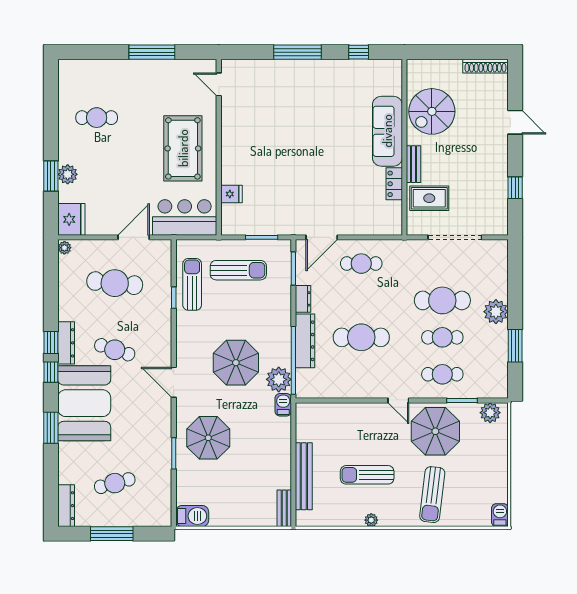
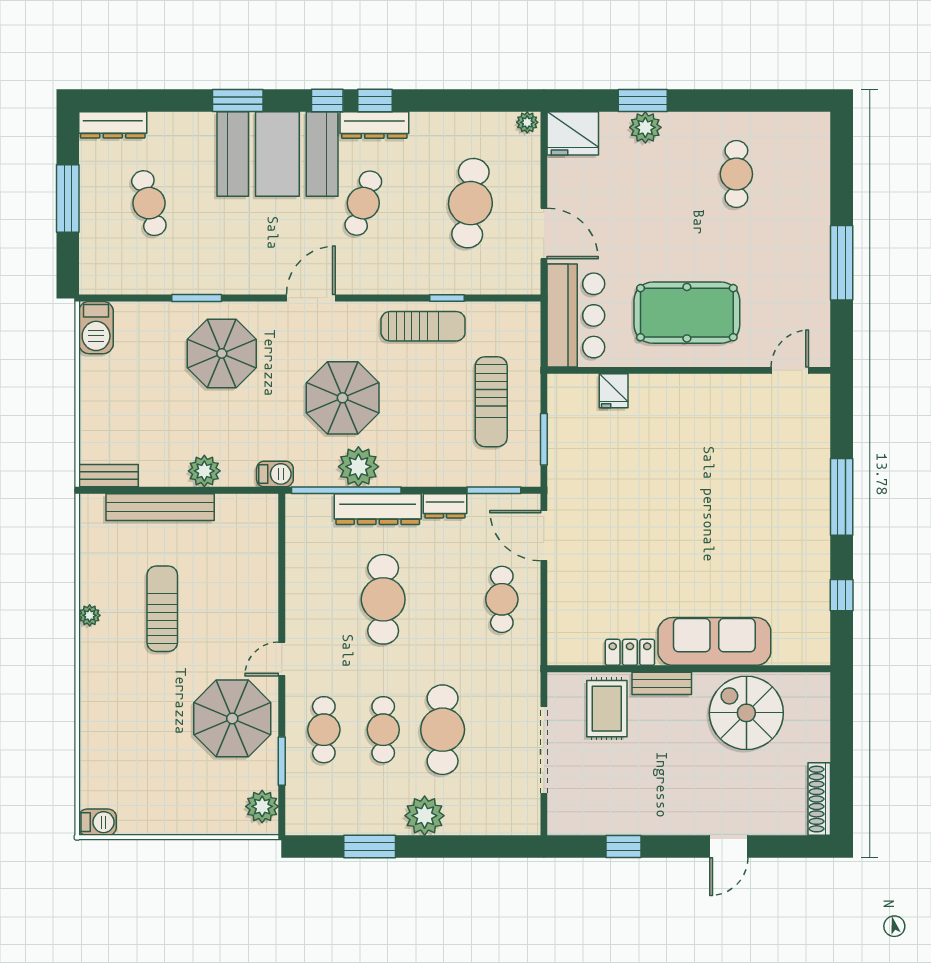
sun lounger: (192, 284) -> (423, 326), moved
plant: (279, 379) -> (358, 467), moved
plant: (281, 449) -> (204, 471), added
sun lounger: (432, 495) -> (130, 713), removed

